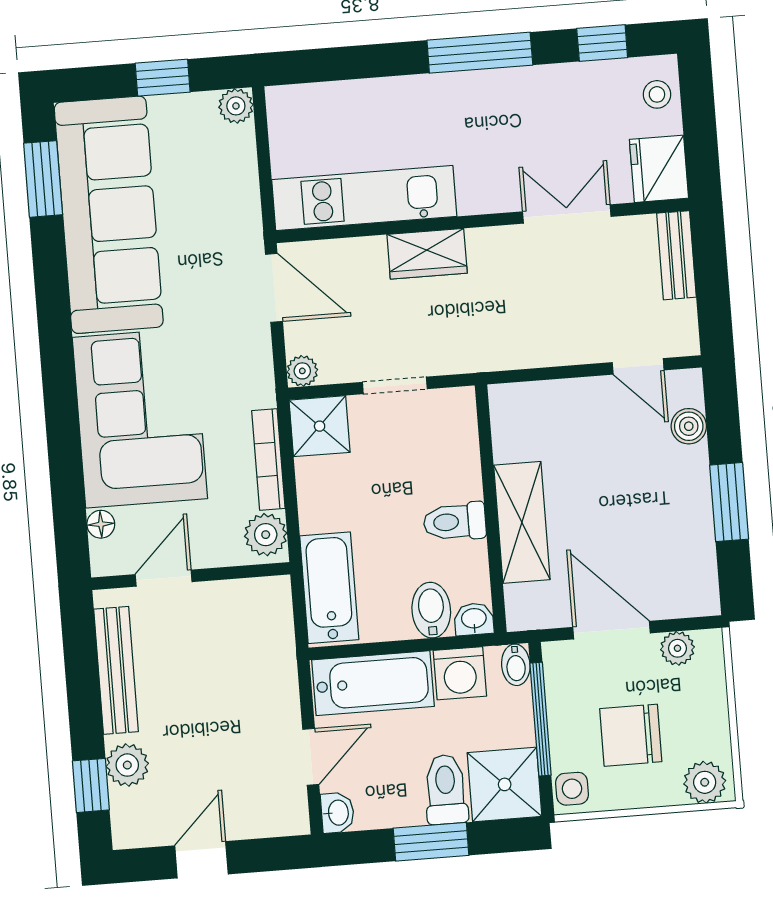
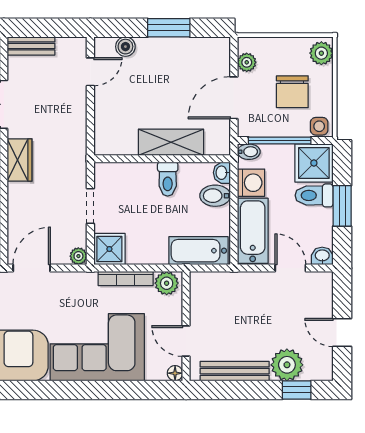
wardrobe: (427, 254) -> (20, 160), moved
floor lamp: (101, 524) -> (175, 373), moved
plant: (127, 765) -> (287, 365), width x1.36, depth x1.36

